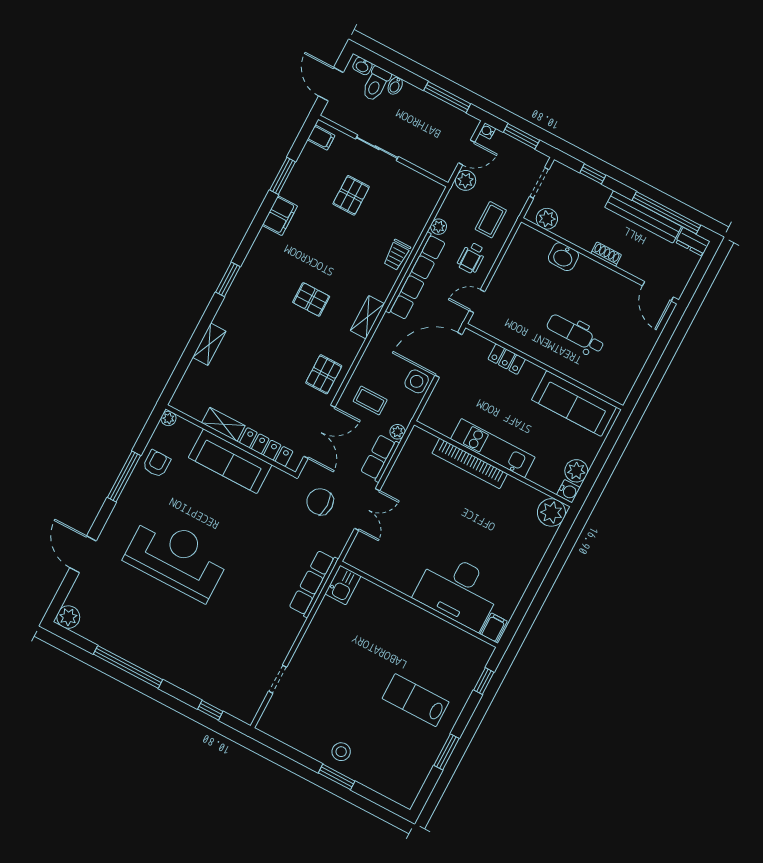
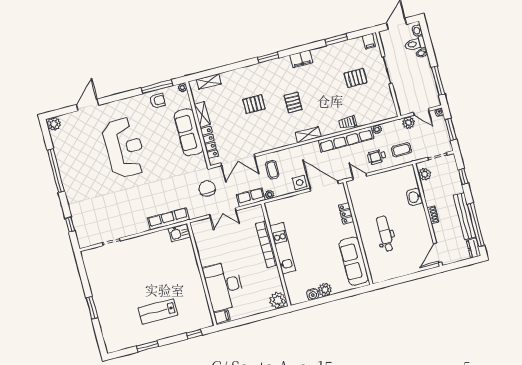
filing cabinet: (280, 216) -> (301, 59), moved
shelving: (209, 344) -> (209, 82), moved
pallet: (324, 374) -> (254, 104), moved
kitchen unit: (493, 448) -> (283, 248), moved
bookcase: (470, 463) -> (267, 244), moved
wall: (493, 464) -> (276, 255), moved
window: (124, 477) -> (157, 87), moved
plant: (551, 512) -> (278, 300), moved
lab bench: (416, 700) -> (158, 312), turned -90
stool: (341, 752) -> (105, 299), removed

